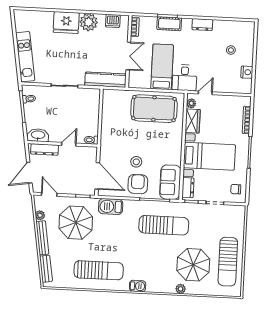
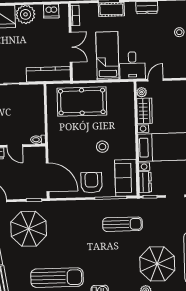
pool table: (154, 109) -> (82, 102), moved
door: (69, 144) -> (15, 146), swing flipped
stool: (136, 162) -> (102, 147), moved
barbecue: (111, 207) -> (64, 209), removed
sun lounger: (164, 225) -> (123, 224), width x0.73, depth x0.75

